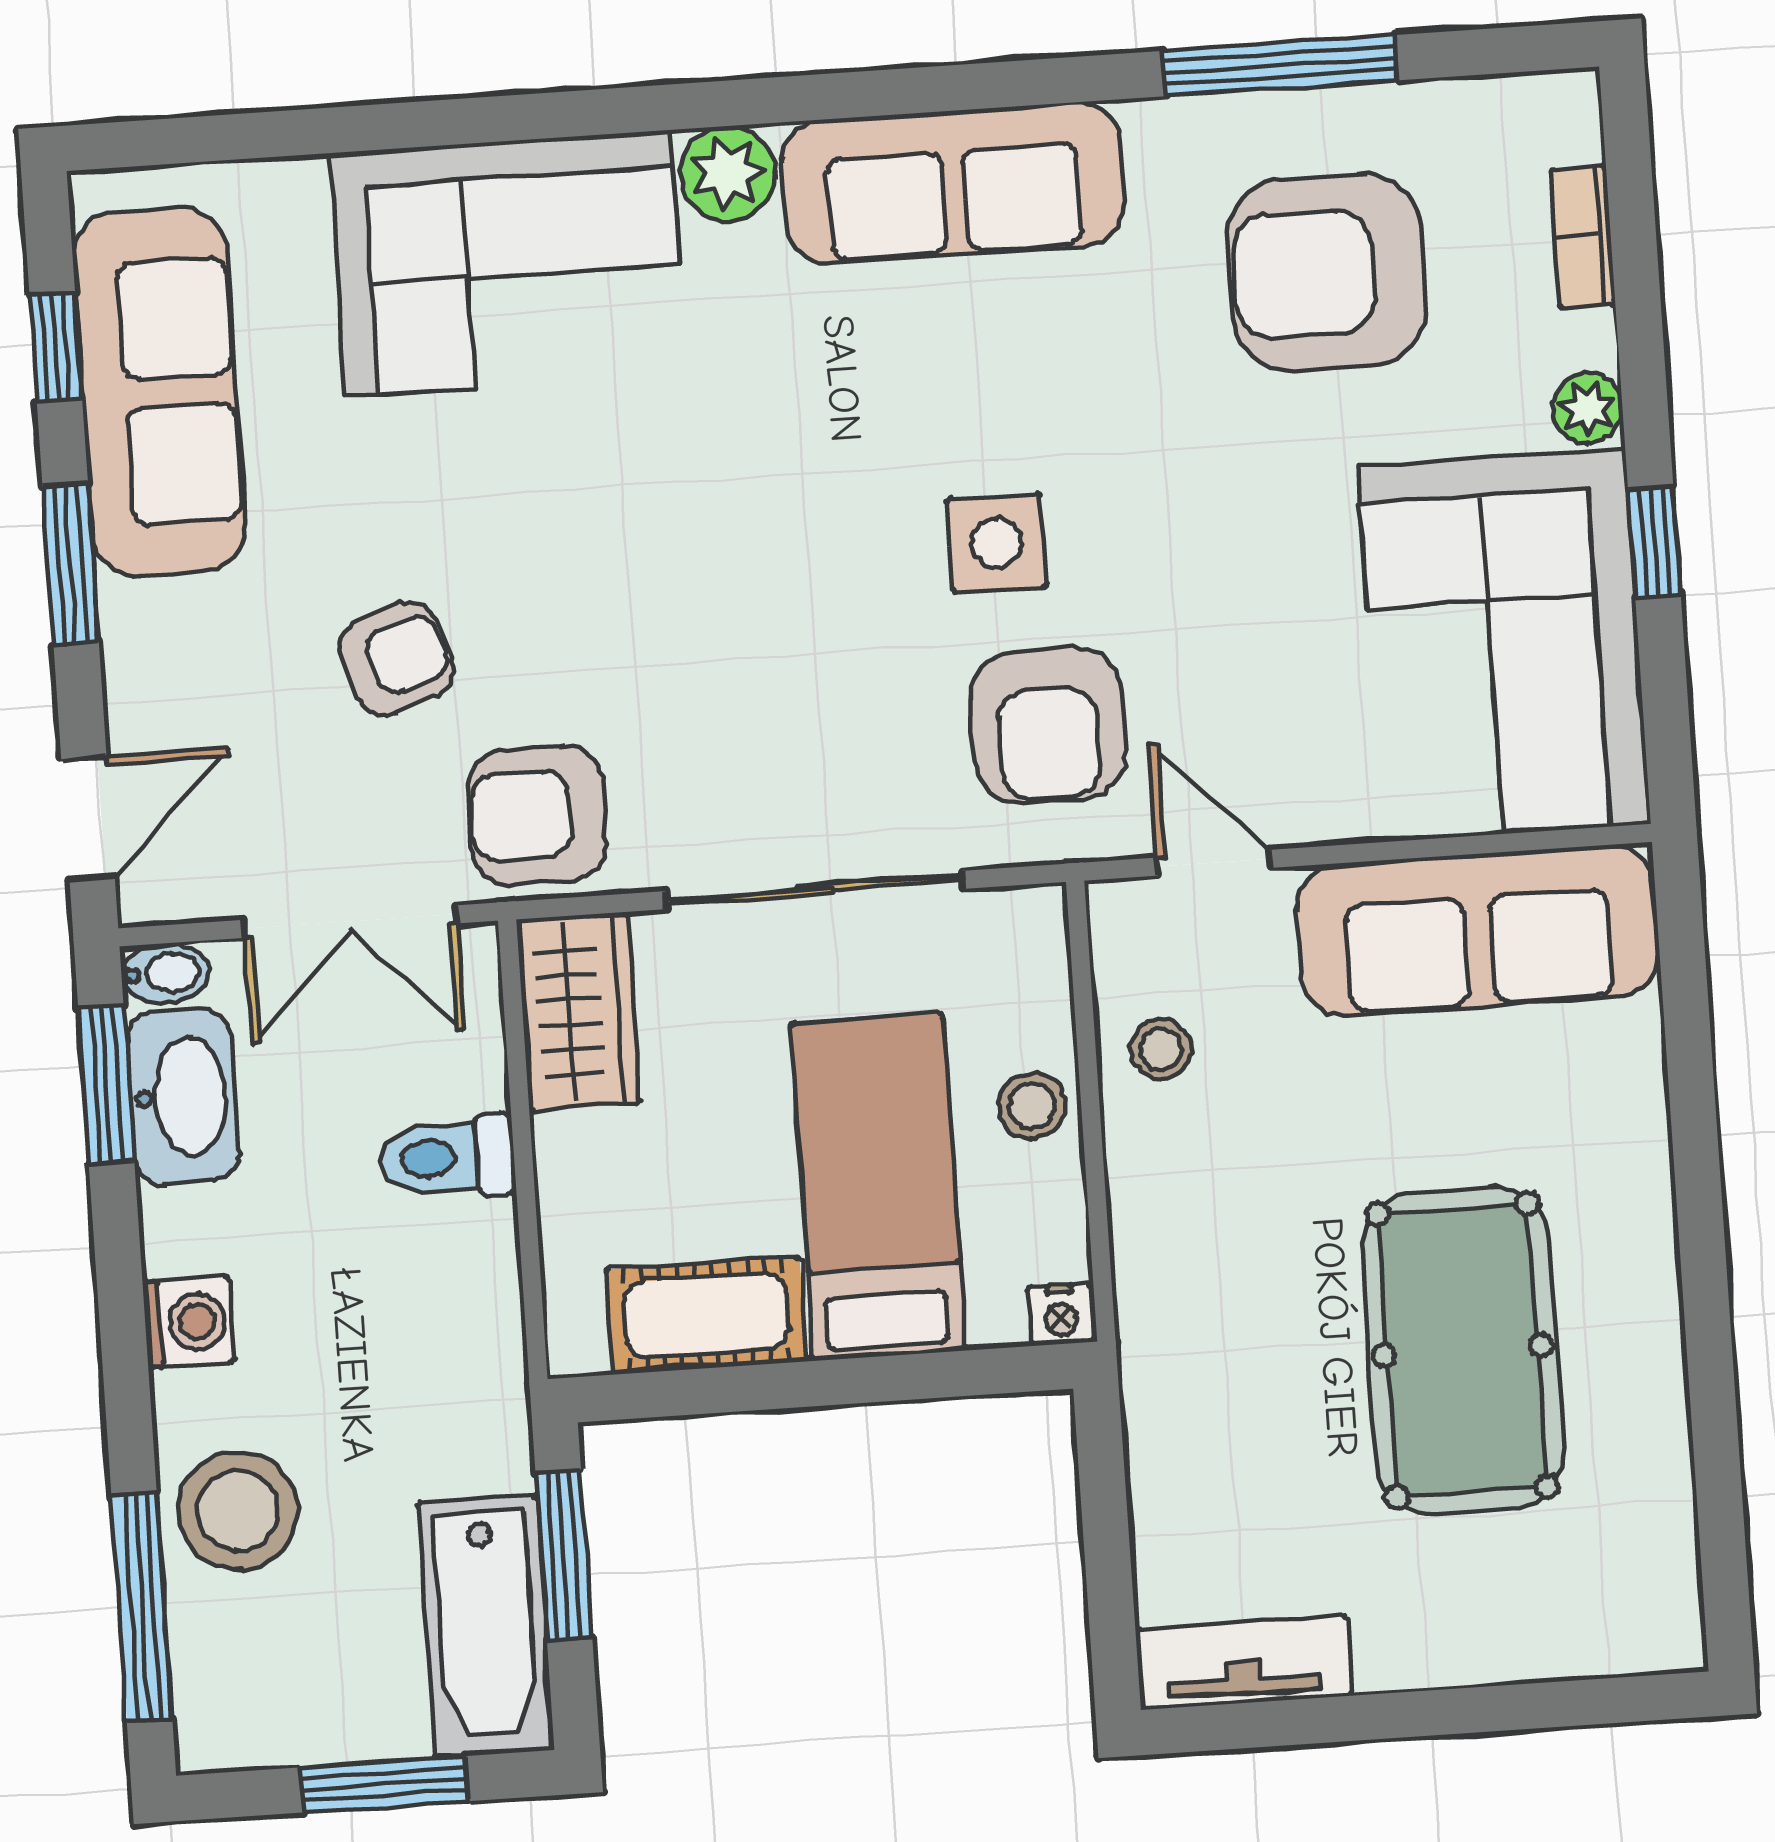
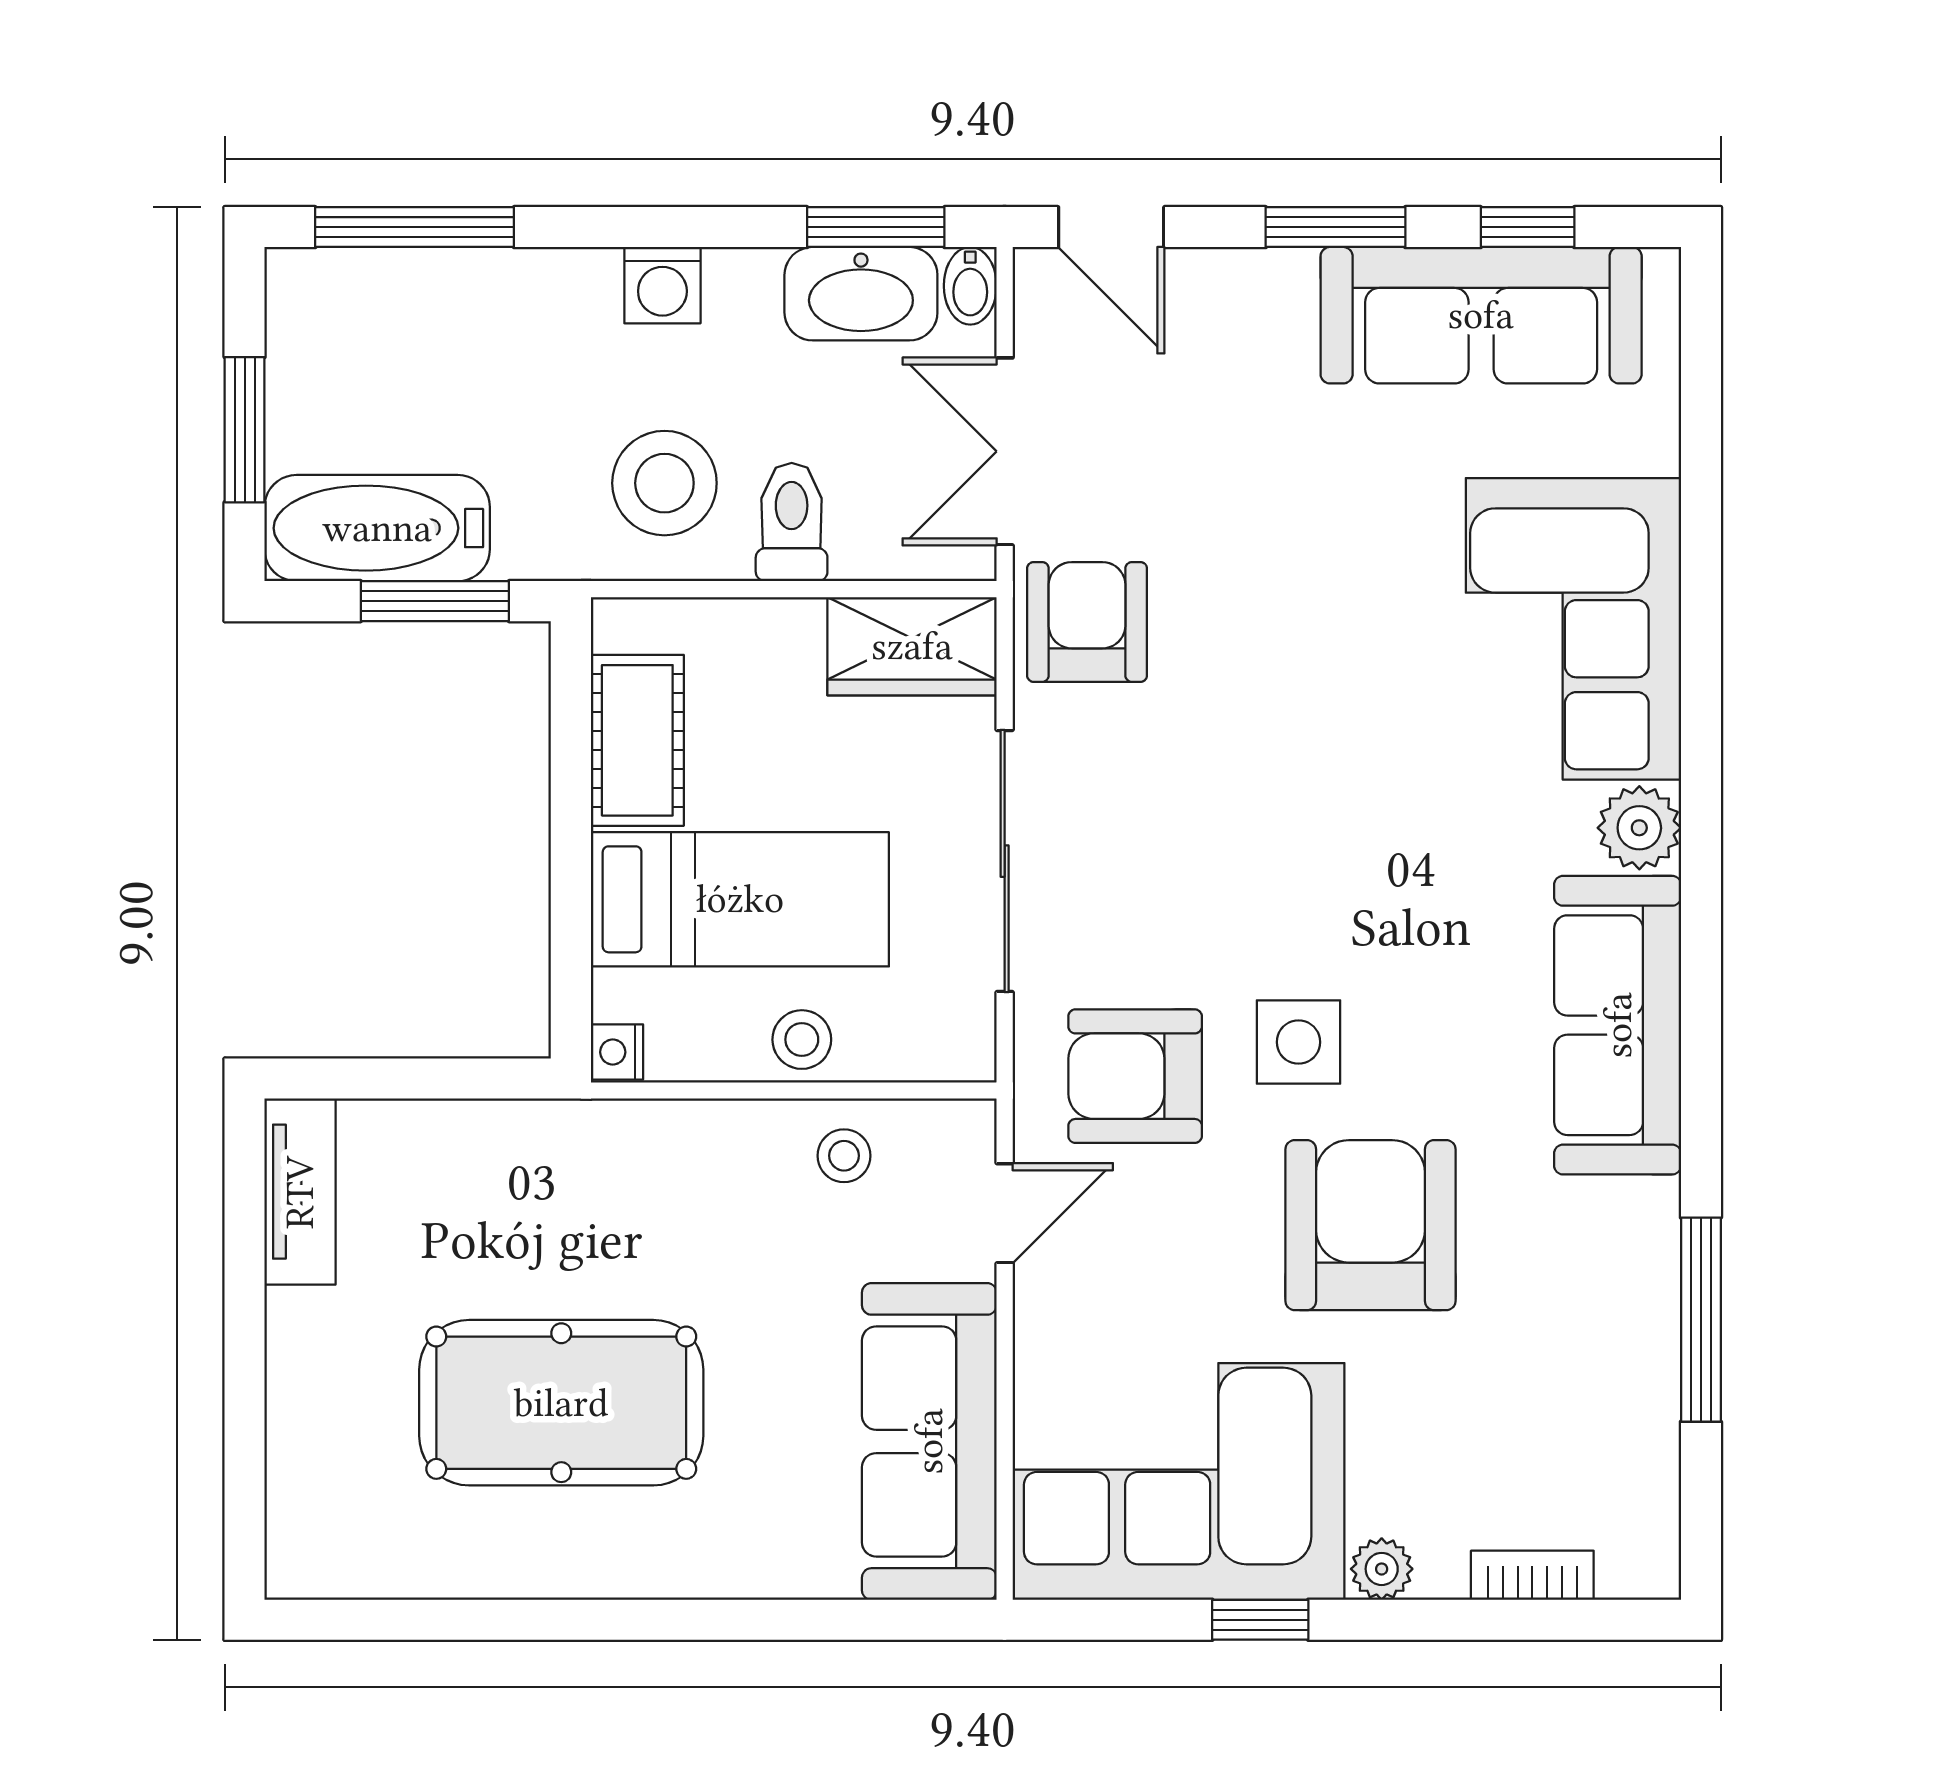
armchair: (1327, 273) -> (1370, 1225), moved
armchair: (396, 659) -> (1233, 507), removed
stool: (238, 1510) -> (664, 483), moved

